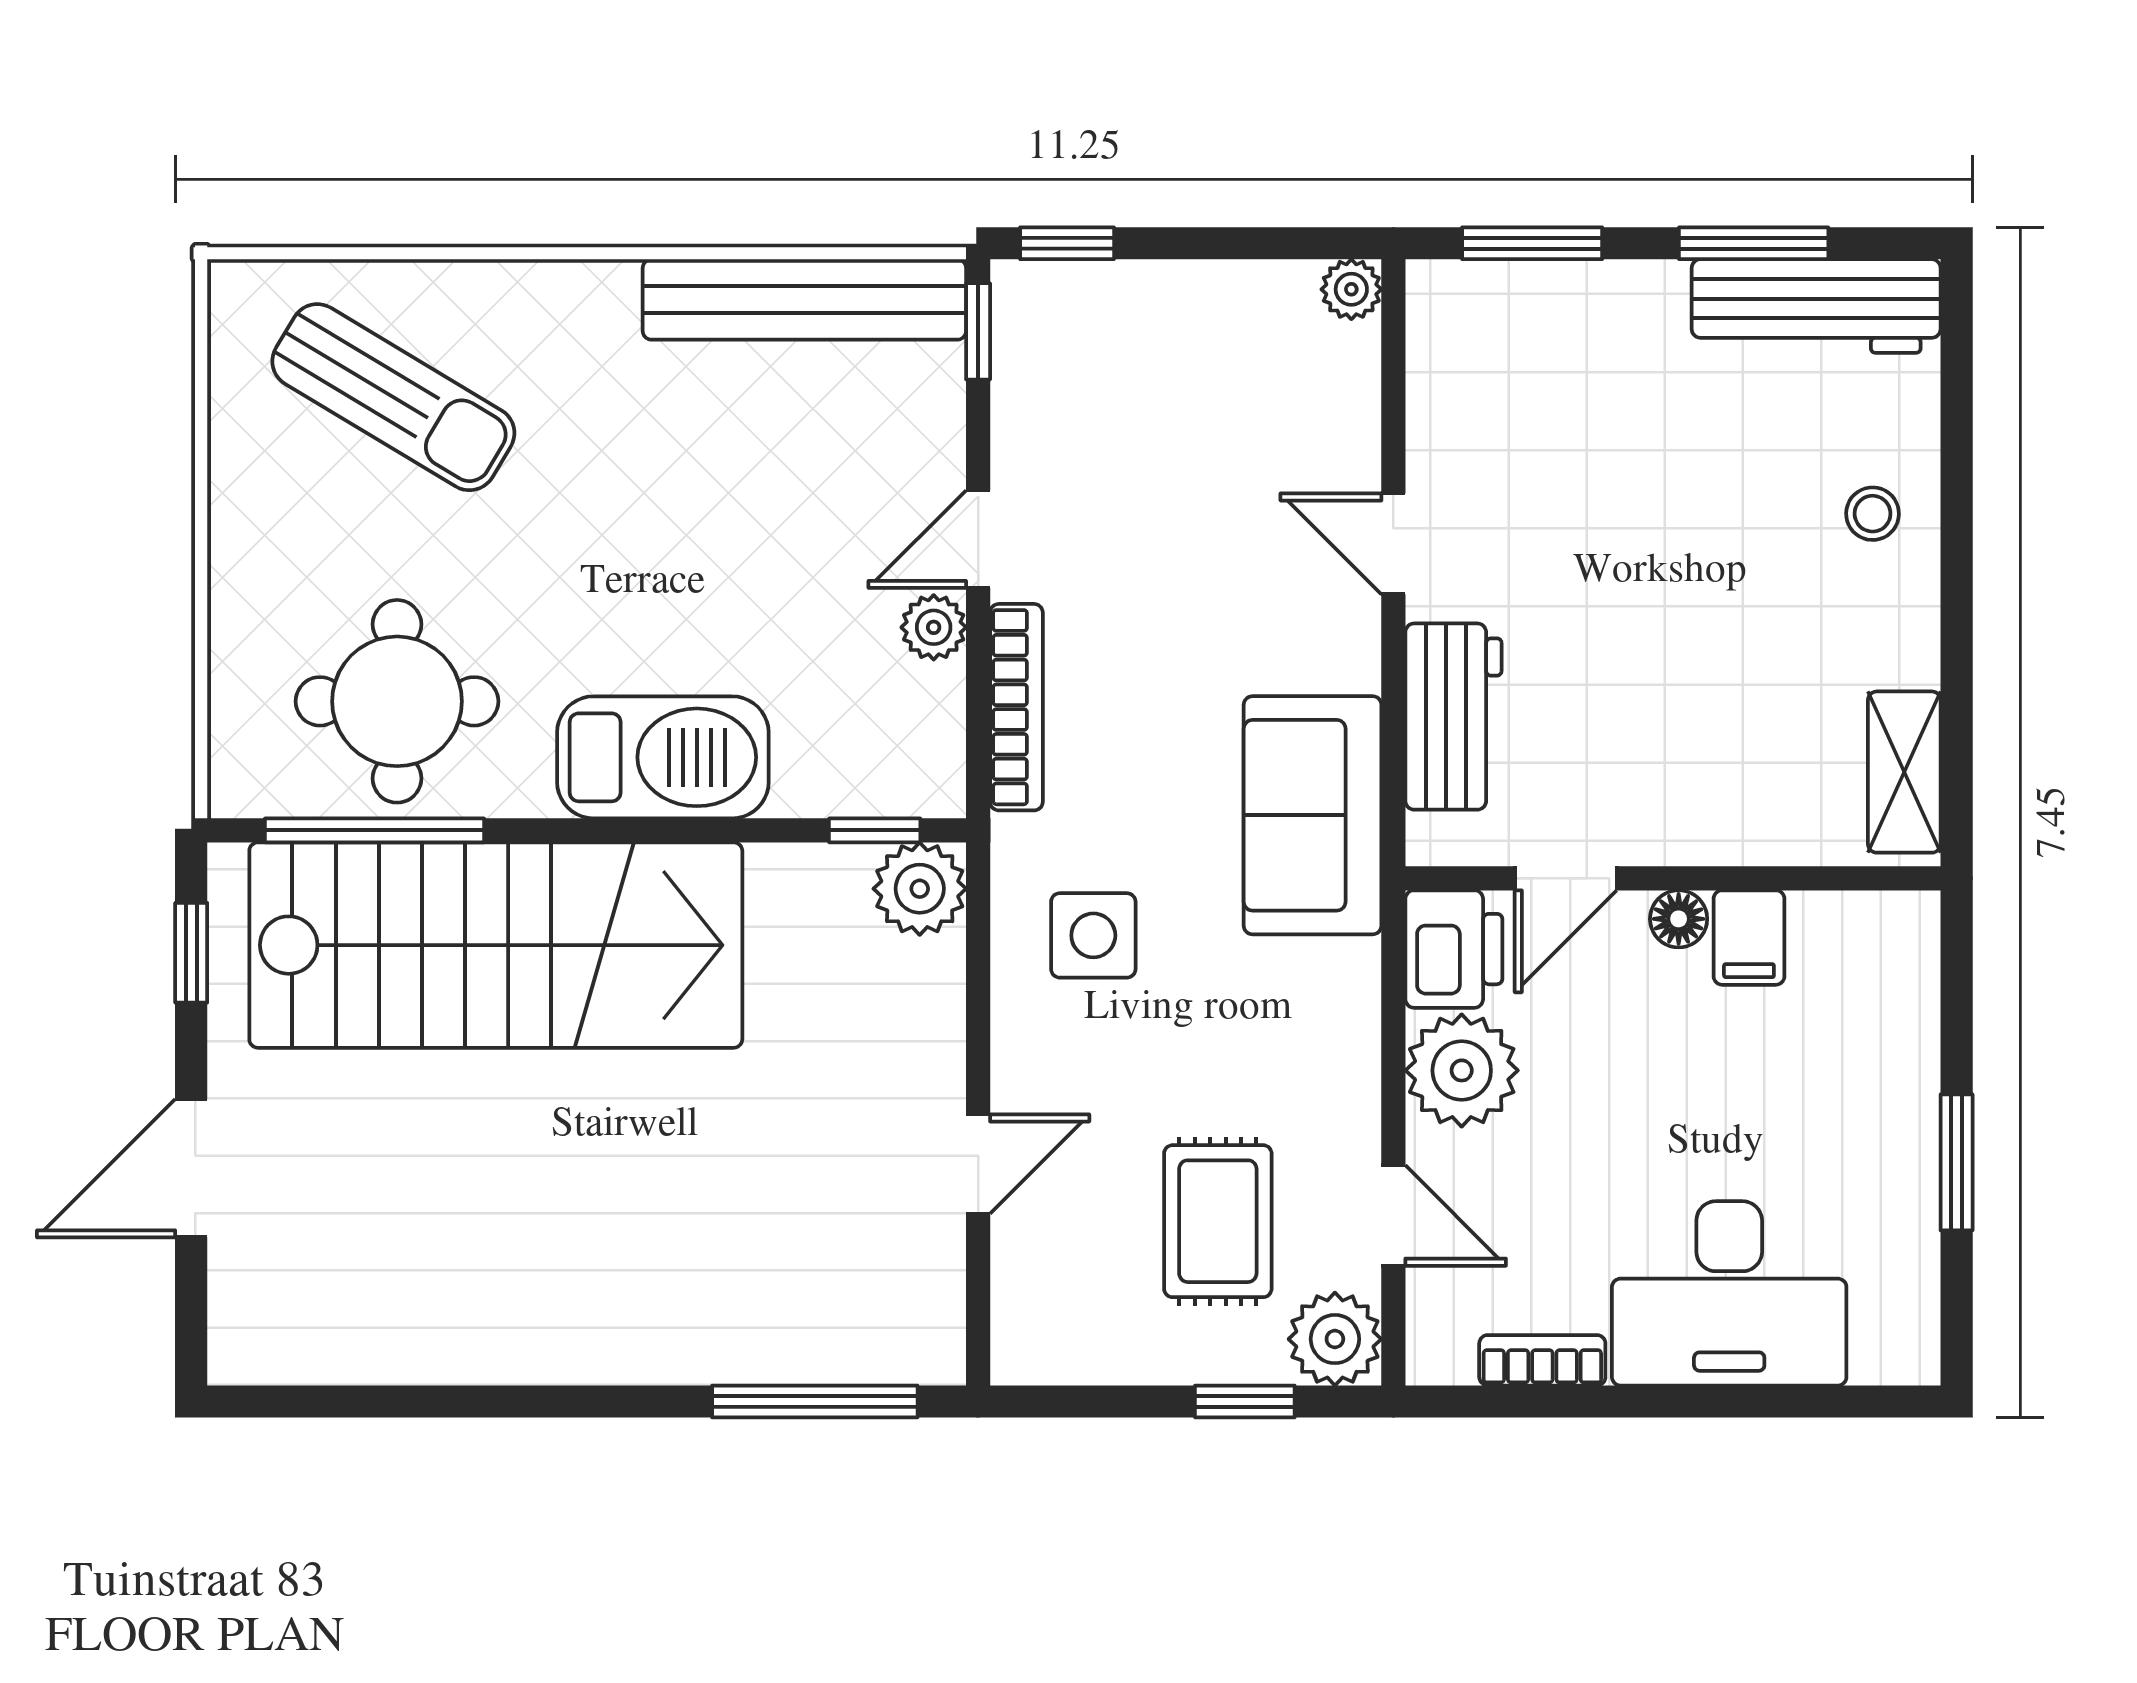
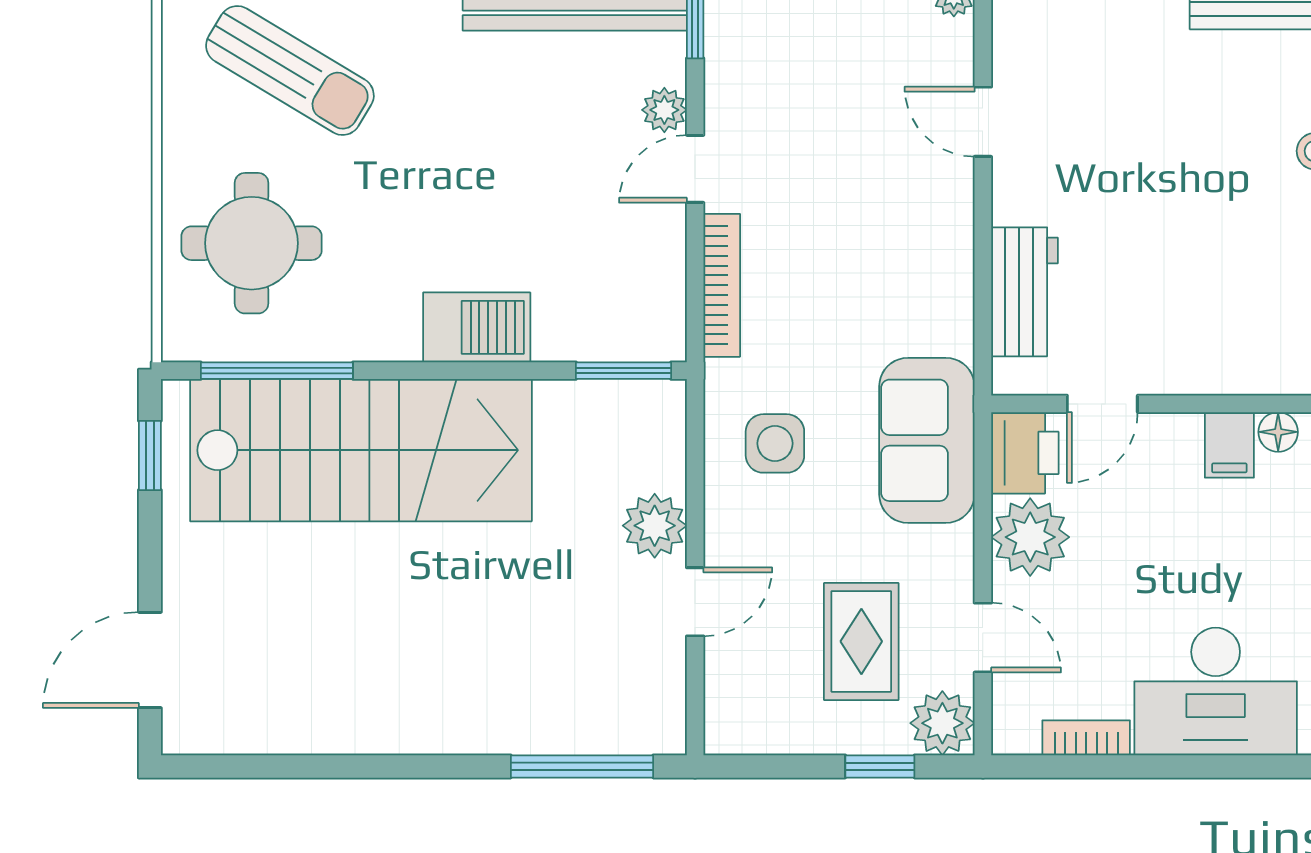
door: (1393, 544) -> (983, 122), moved
plant: (934, 627) -> (664, 110), moved
round table: (397, 701) -> (252, 243), moved
barbecue: (663, 757) -> (477, 327), width x0.73, depth x0.83
sofa: (1313, 815) -> (927, 440), moved
window: (875, 830) -> (623, 371), width x1.50
plant: (920, 889) -> (655, 526), moved
floor lamp: (1679, 919) -> (1278, 432), moved
door: (191, 1168) -> (150, 660), moved

